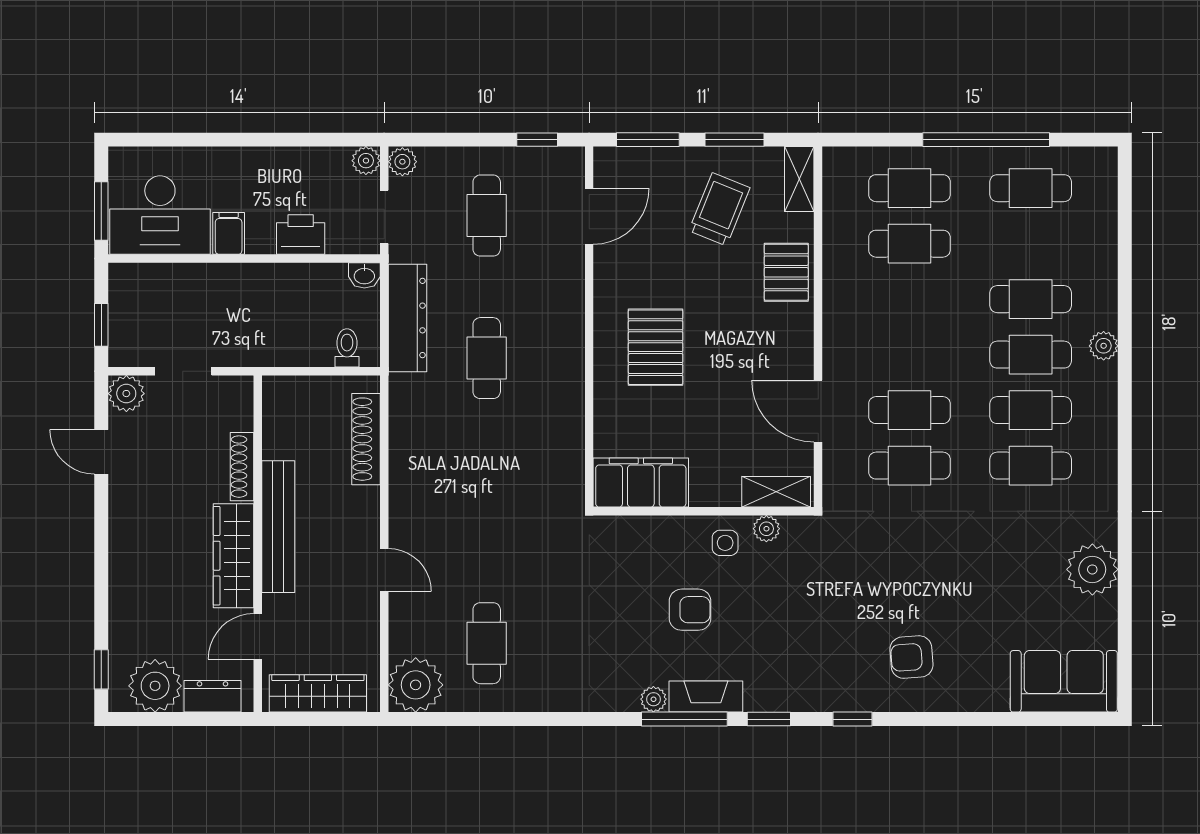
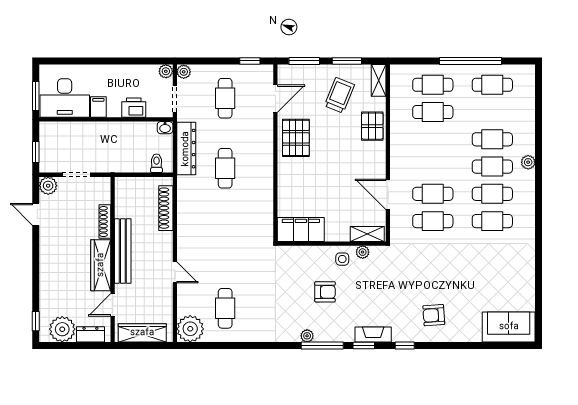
pallet: (656, 347) -> (296, 138), moved
plant: (1092, 569) -> (523, 272), removed
fireplace: (706, 697) -> (373, 335), moved

